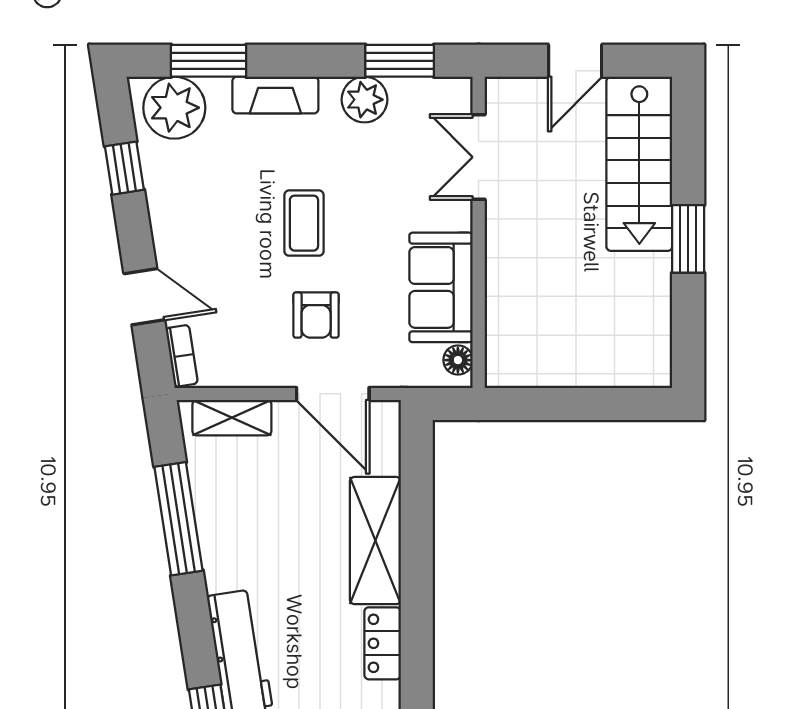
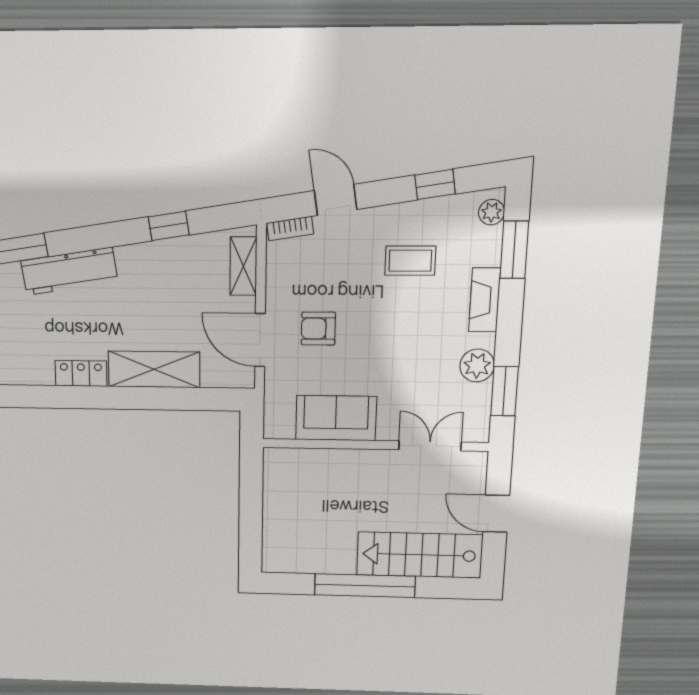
plant: (174, 108) -> (492, 212), width x0.53, depth x0.53
coffee table: (304, 223) -> (410, 261), moved
window: (688, 239) -> (365, 586), width x2.11
door: (144, 297) -> (336, 200), swing flipped
floor lamp: (458, 360) -> (283, 429), removed
door: (333, 394) -> (260, 340), hinge flipped
window: (179, 519) -> (169, 226), width x0.46

